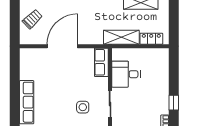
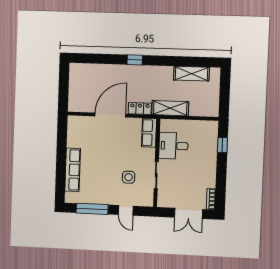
trolley: (32, 19) -> (81, 87), removed
locker: (151, 39) -> (140, 109), moved
window: (174, 103) -> (222, 145), moved

